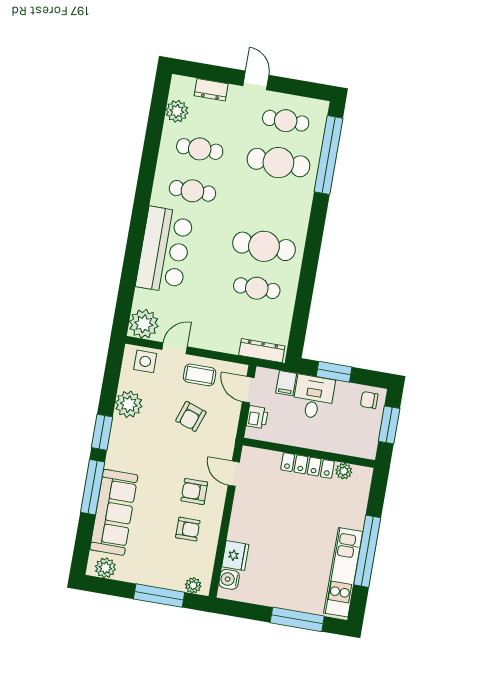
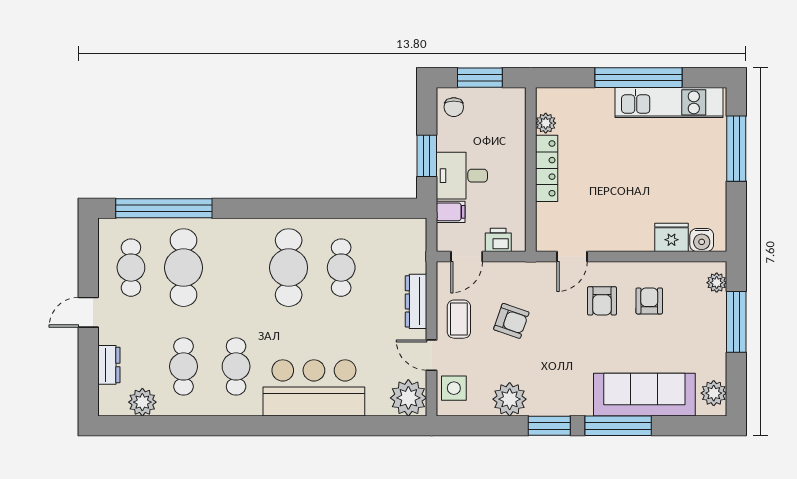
dresser: (262, 351) -> (416, 301), moved

